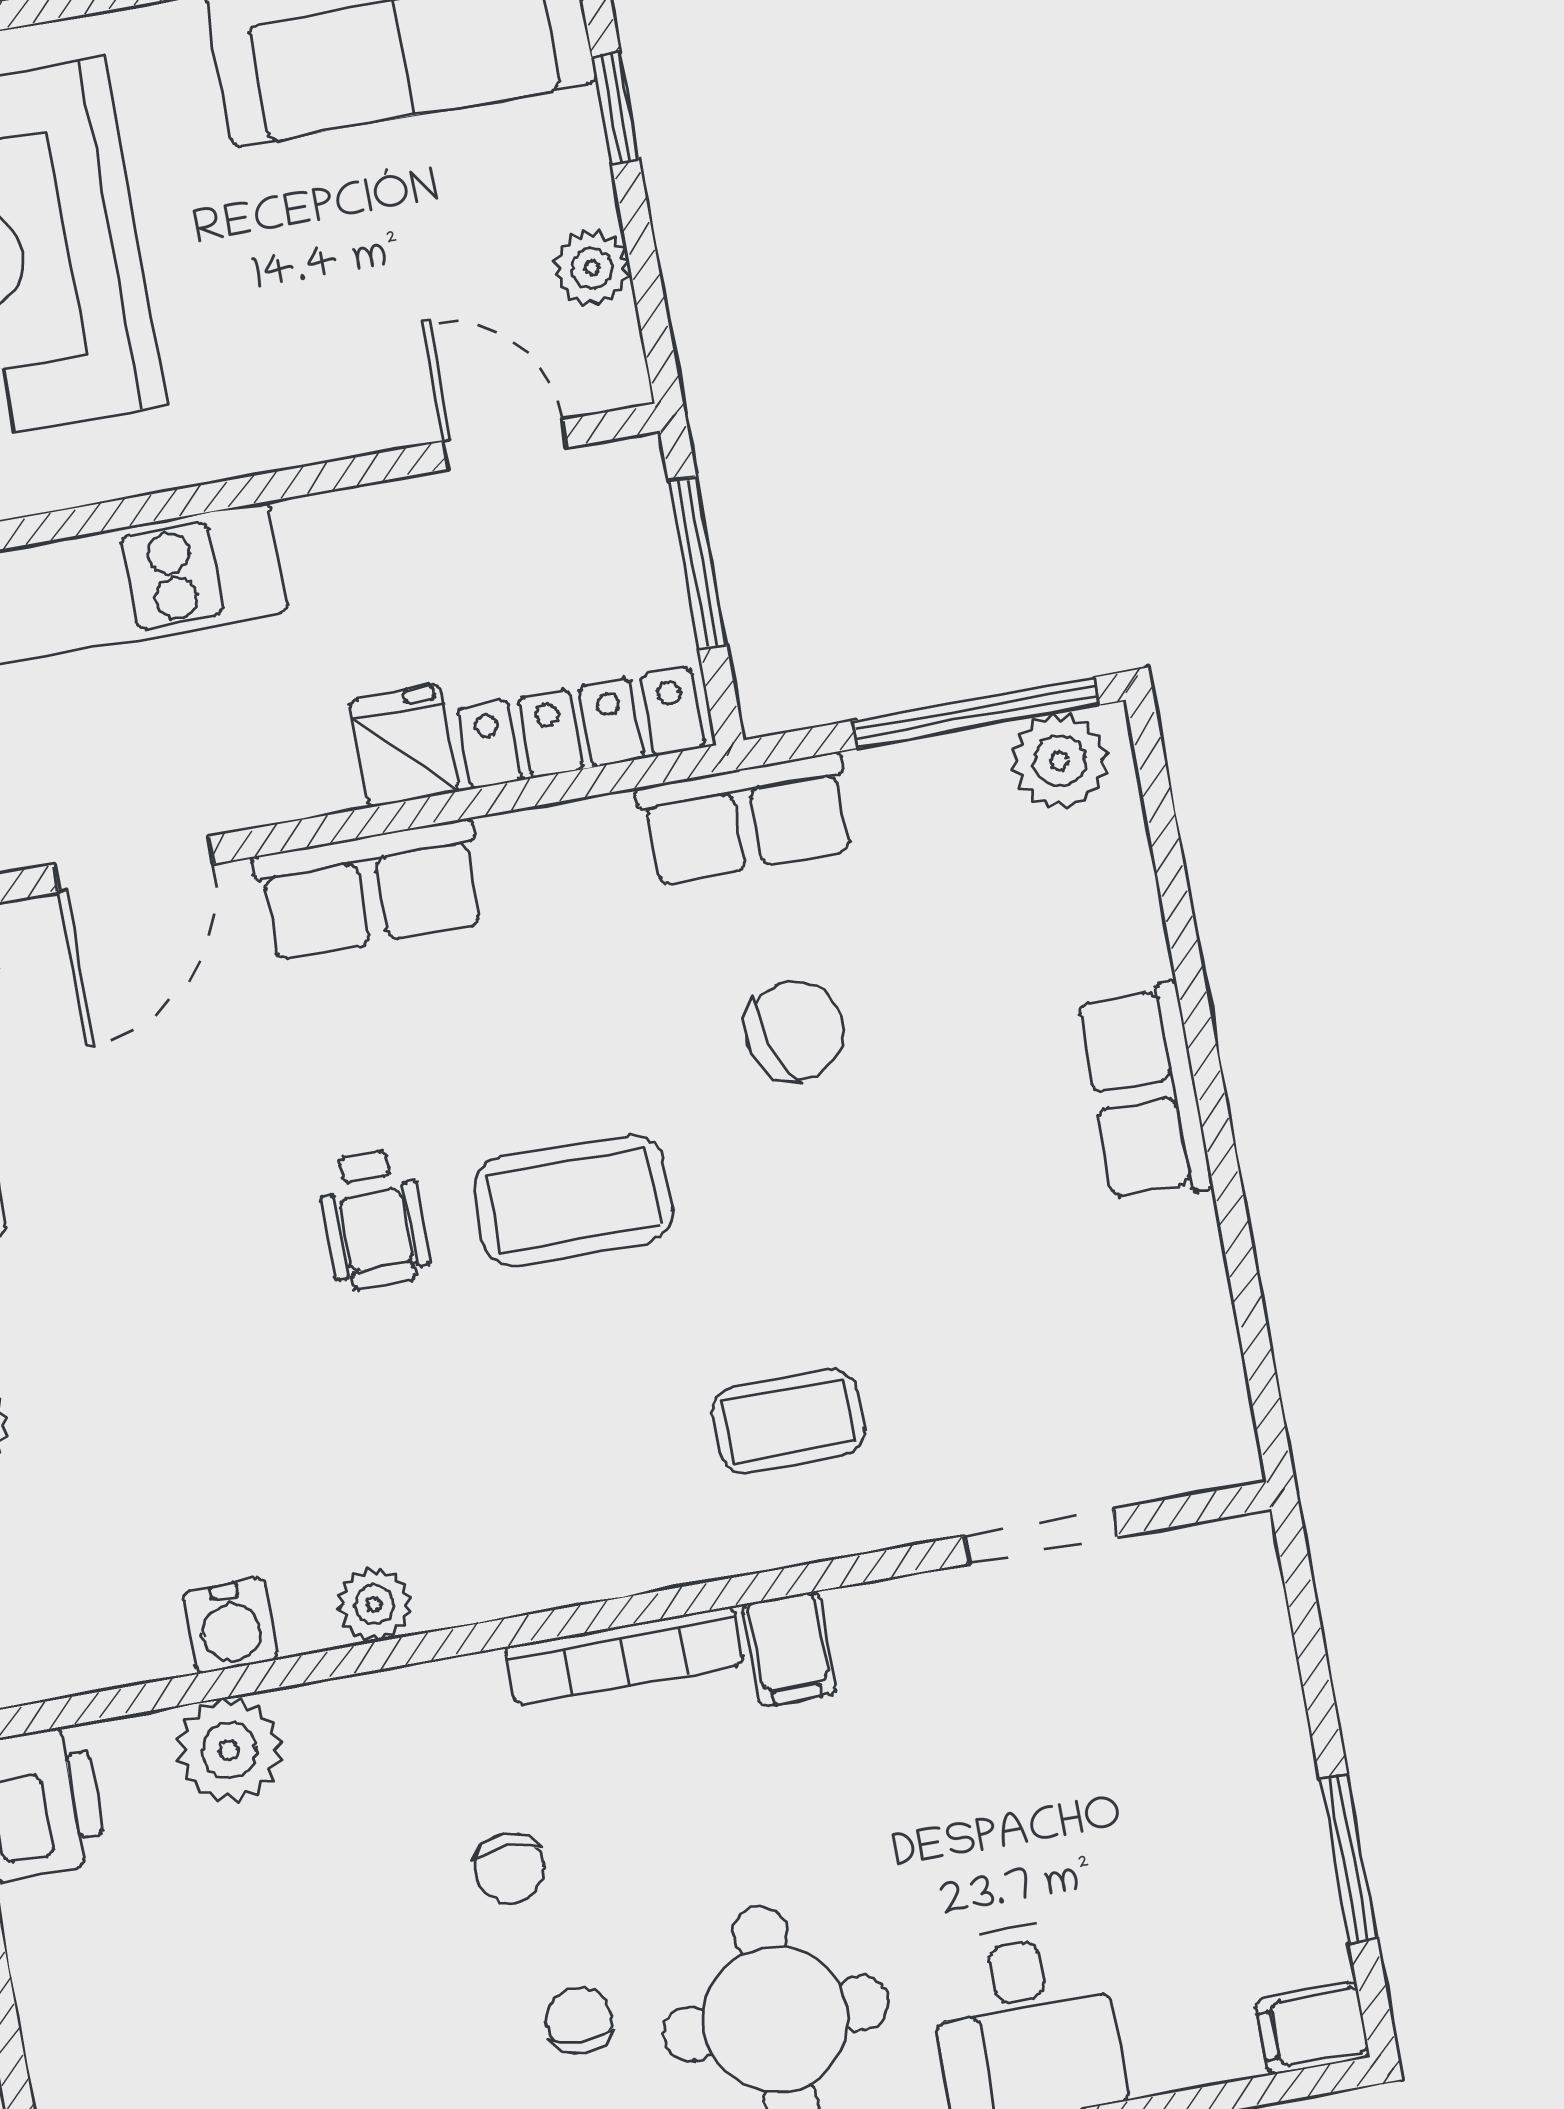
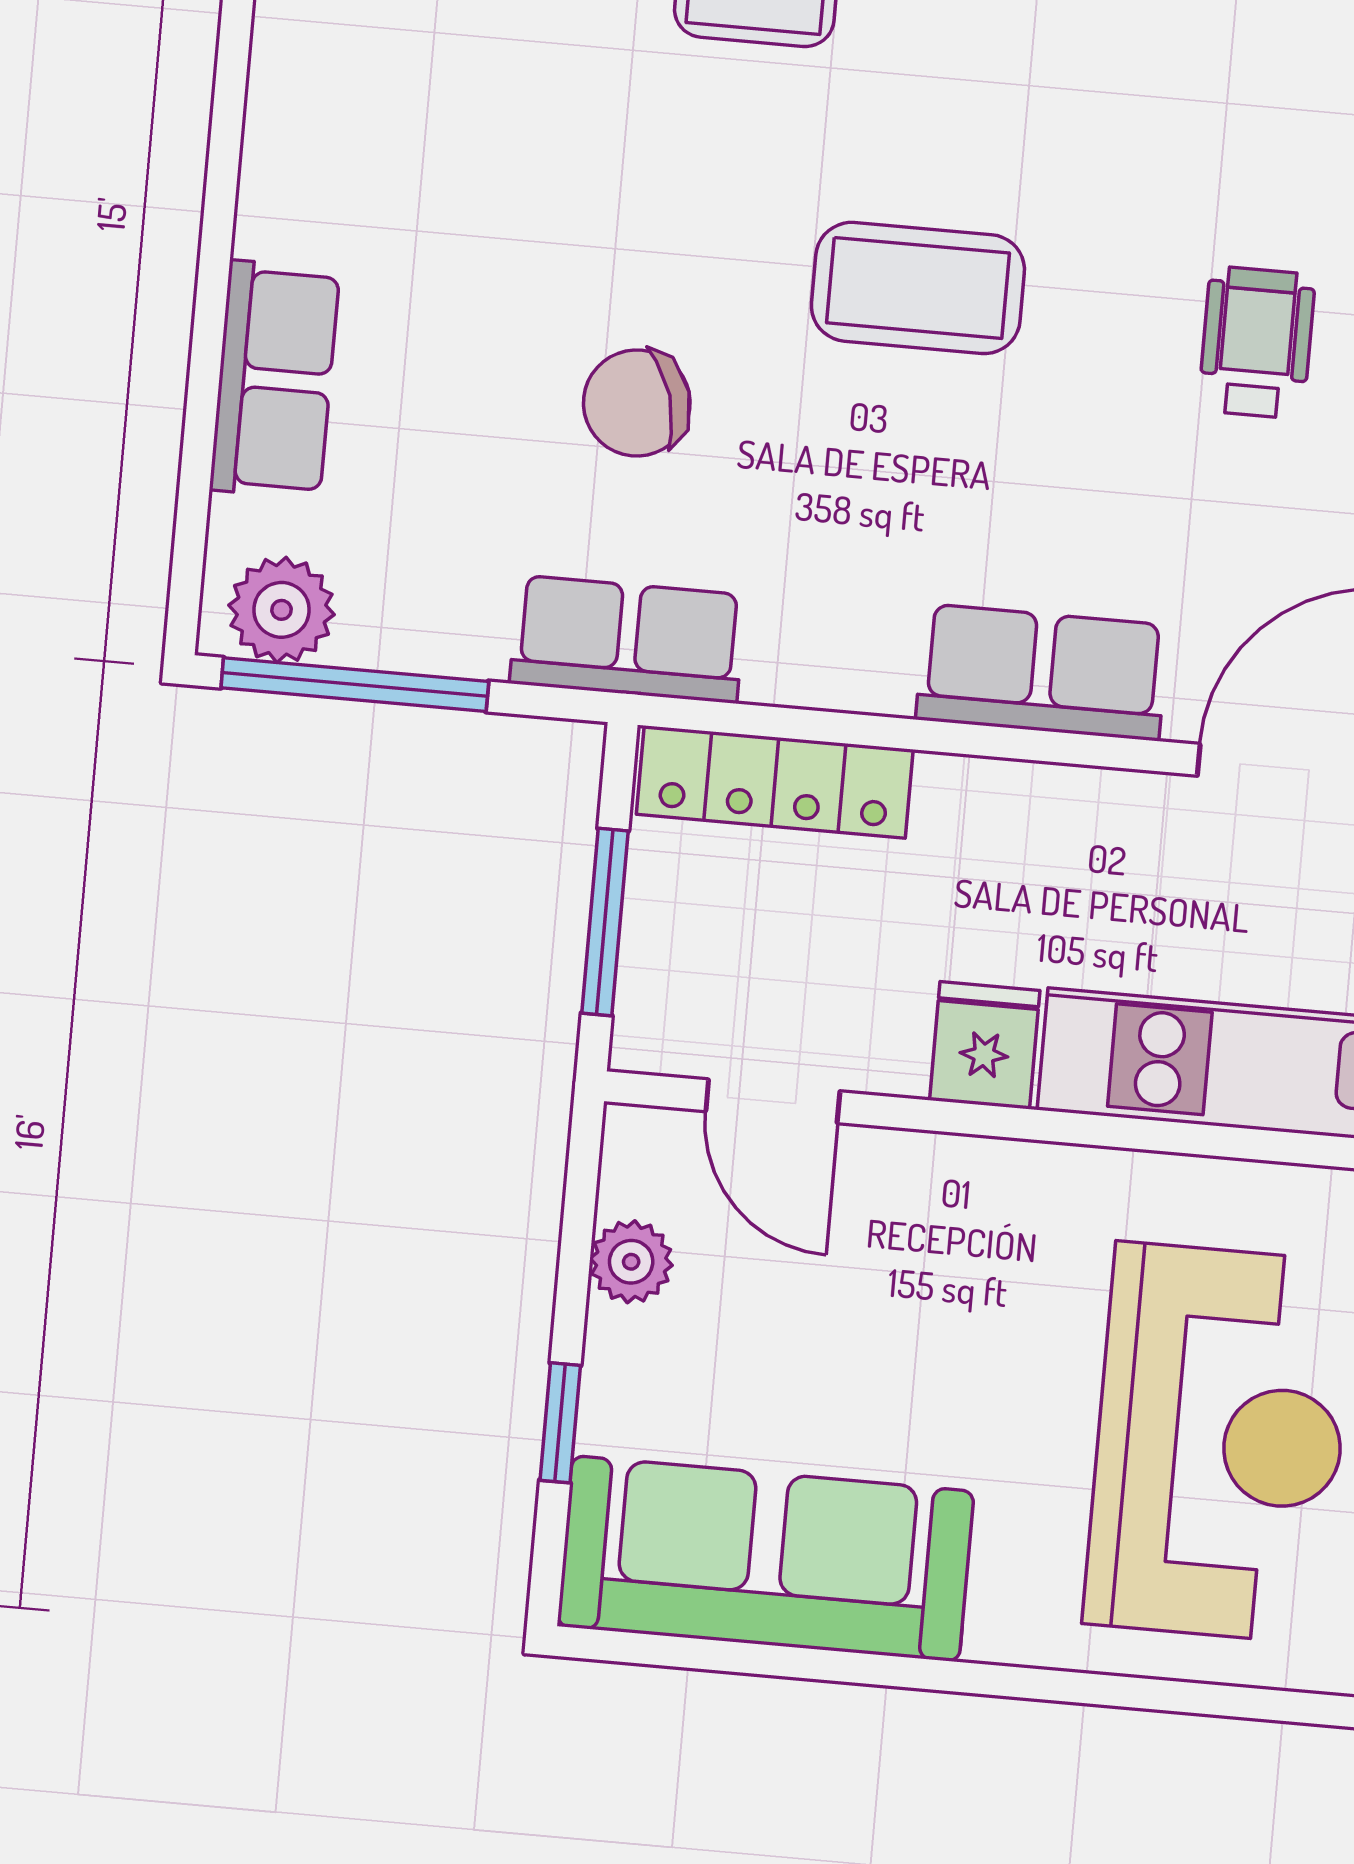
fridge: (404, 746) -> (985, 1045), moved, turned 180
row of seats: (1145, 1093) -> (275, 380), moved
wheelchair: (374, 1219) -> (1257, 342), moved

